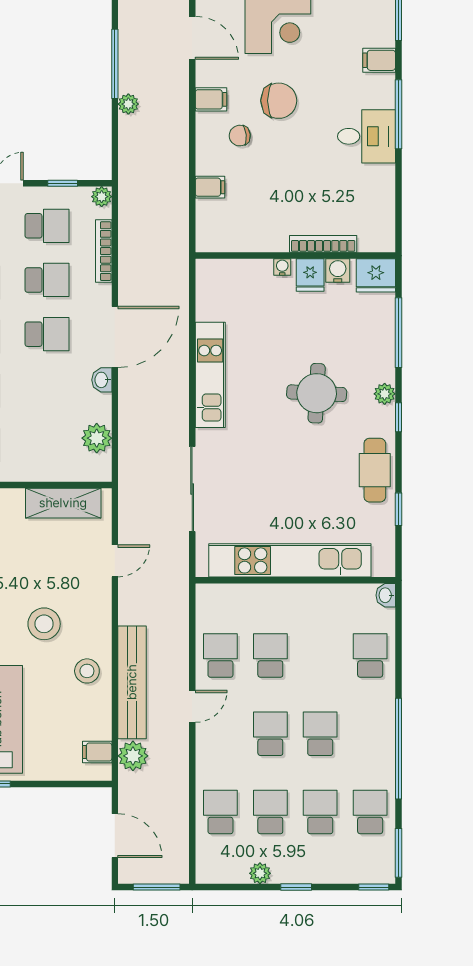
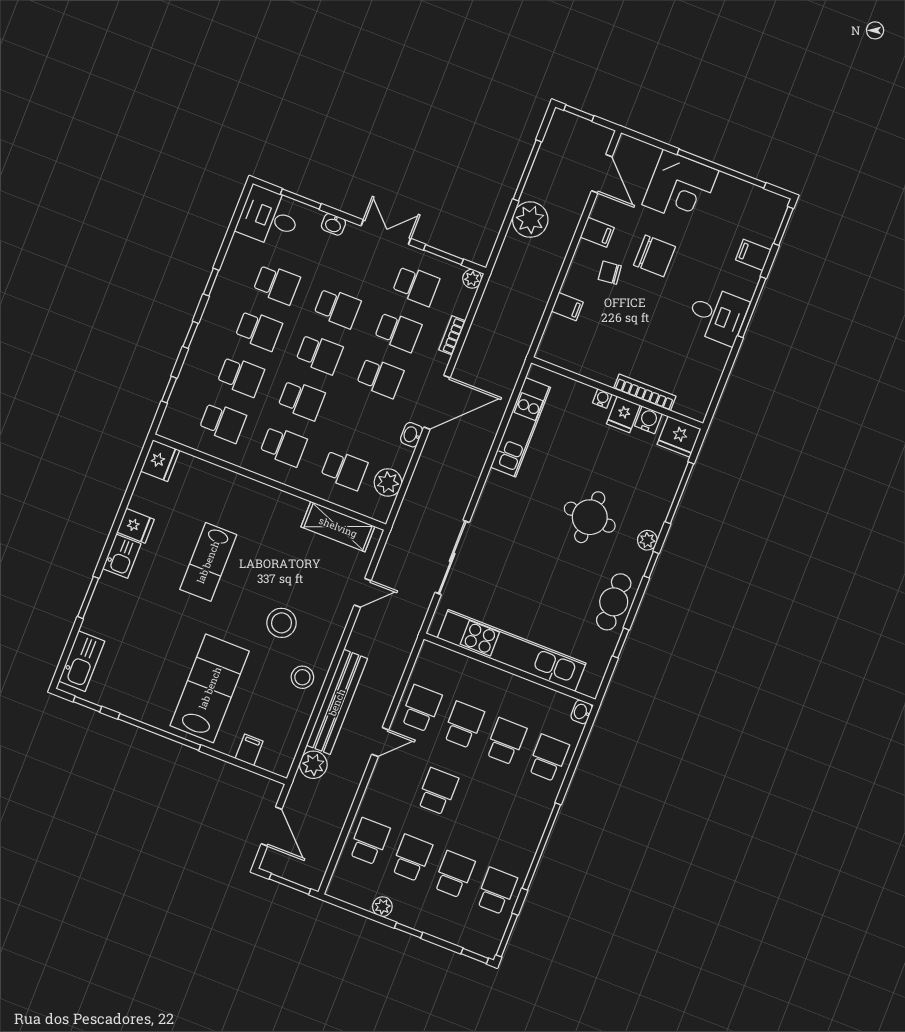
plant: (128, 104) -> (530, 220), width x1.88, depth x1.88
window: (63, 183) -> (443, 255), width x1.50
bookcase: (104, 251) -> (452, 335), width x0.64
kitchen unit: (210, 375) -> (521, 427), moved
school desk: (47, 442) -> (344, 470), added
school desk: (320, 734) -> (506, 741), moved
filing cabinet: (97, 752) -> (249, 750), moved, turned 90

